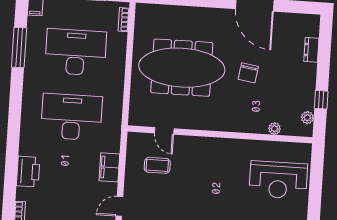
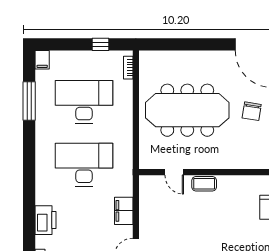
coffee table: (157, 165) -> (204, 184), moved

